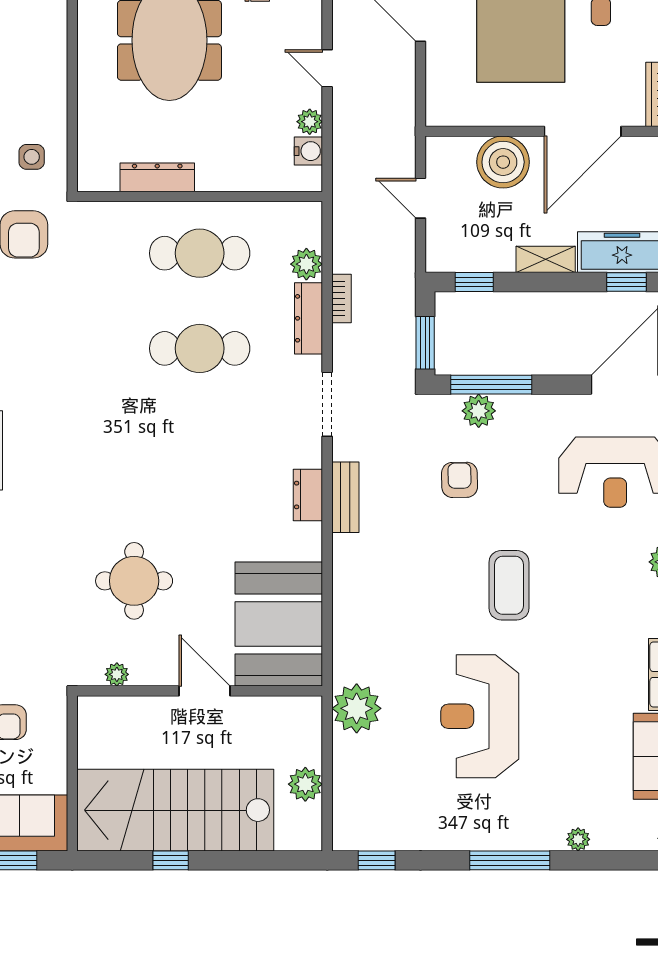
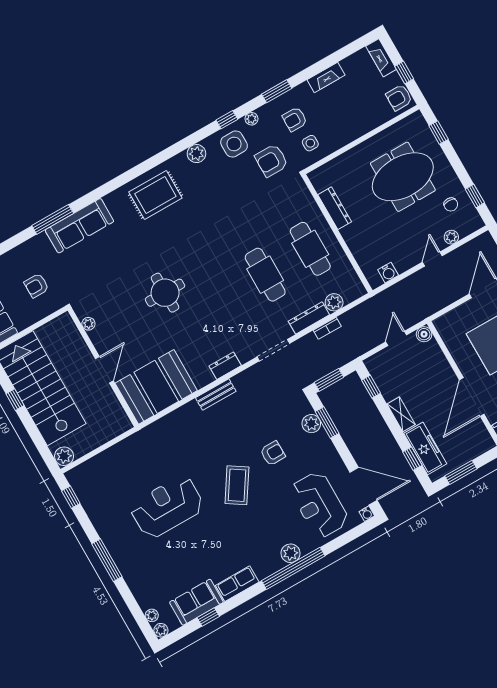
plant: (310, 122) -> (451, 237), moved
door: (583, 131) -> (472, 397), hinge flipped
boiler: (503, 162) -> (424, 334), moved, width x0.54, depth x0.54
window: (491, 385) -> (327, 422), width x0.69
armchair: (460, 480) -> (273, 453), moved
bench: (345, 497) -> (216, 395), moved
round table: (134, 581) -> (165, 293), moved
coffee table: (509, 585) -> (237, 485), turned -57
plant: (357, 708) -> (137, 446), removed
plant: (305, 784) -> (64, 456), moved
plant: (578, 839) -> (152, 615), moved

